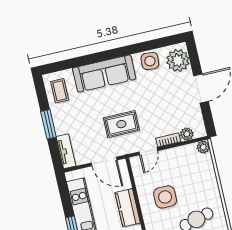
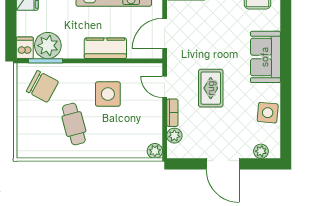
plant: (178, 60) -> (261, 151), width x0.53, depth x0.53
sofa: (104, 74) -> (265, 57), width x0.73
rug: (121, 124) -> (211, 88), moved

